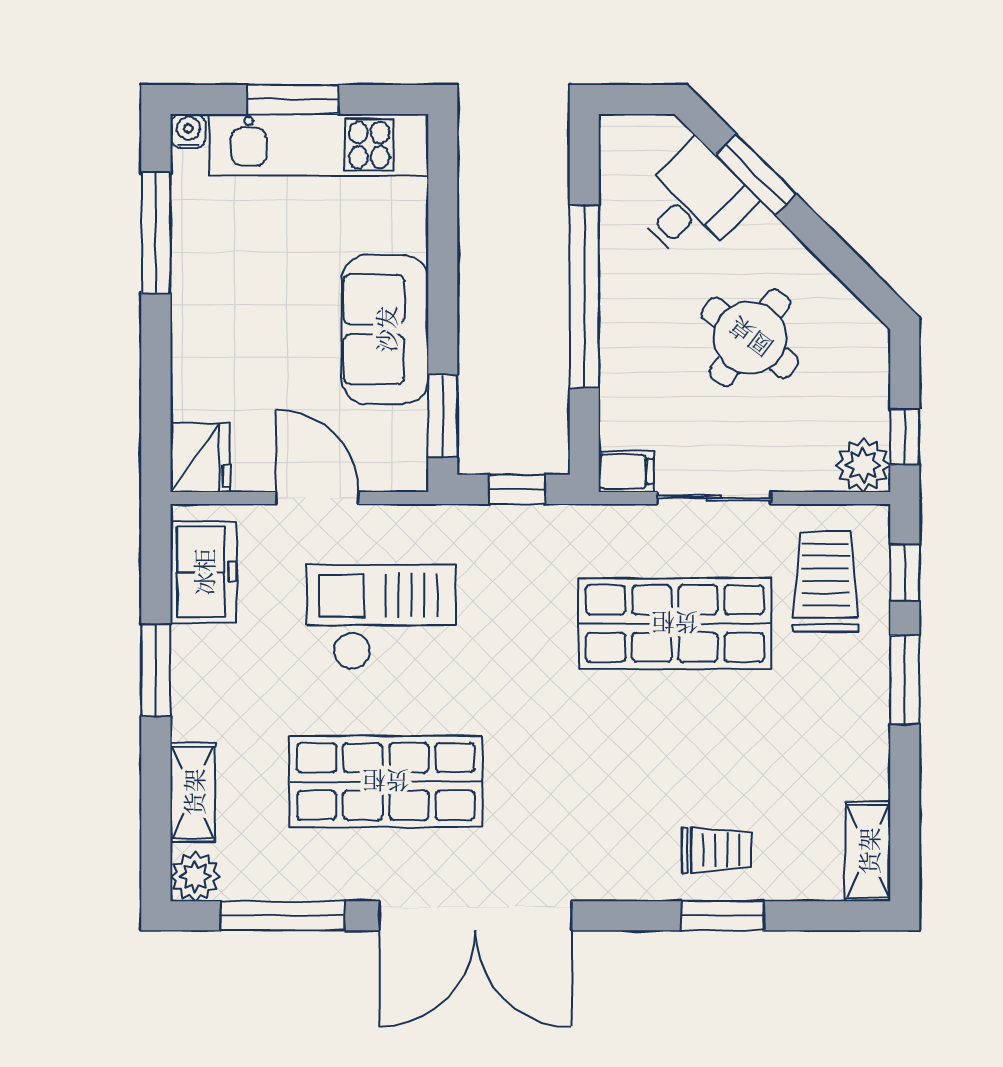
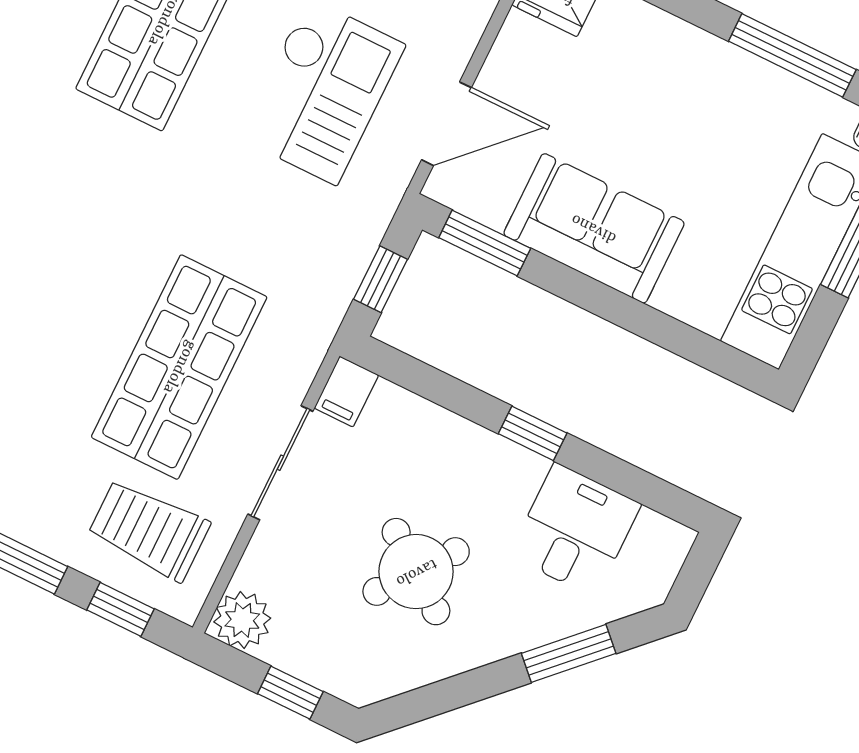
desk: (693, 203) -> (575, 530), moved, turned -135
window: (584, 296) -> (533, 433), width x0.32
window: (905, 437) -> (290, 693), moved
door: (317, 498) -> (446, 124), moved
trolley: (825, 582) -> (149, 530), turned 180

